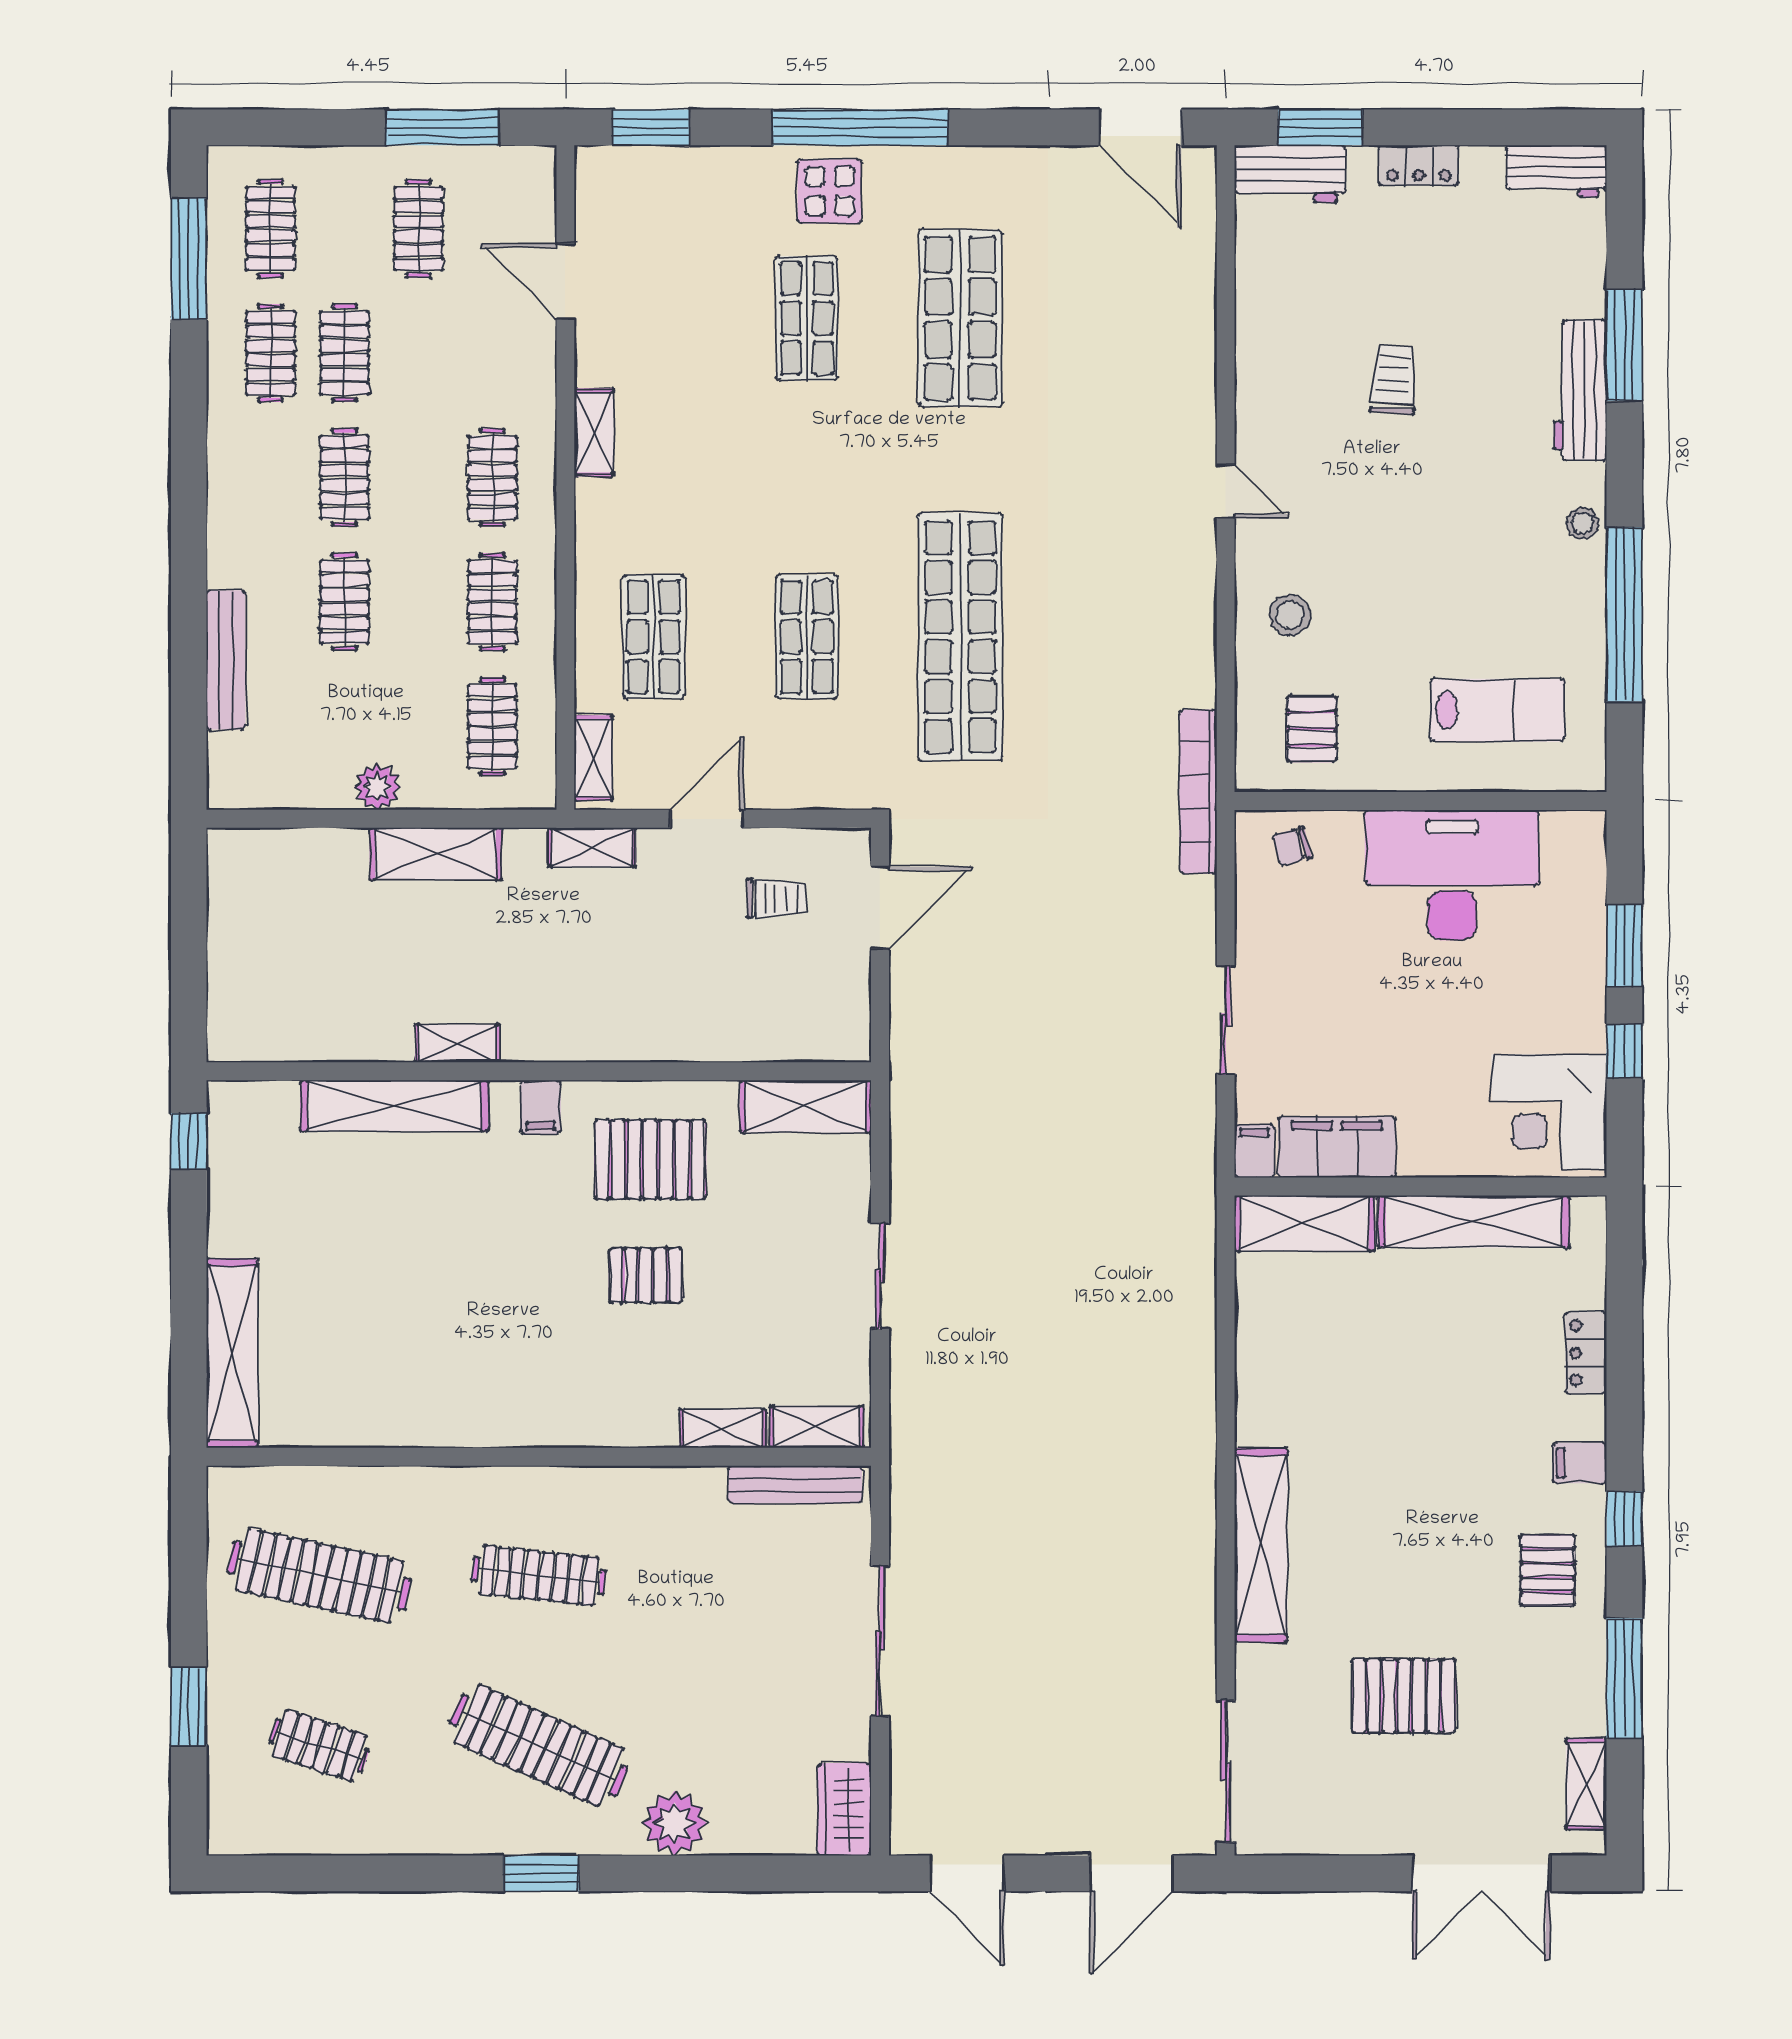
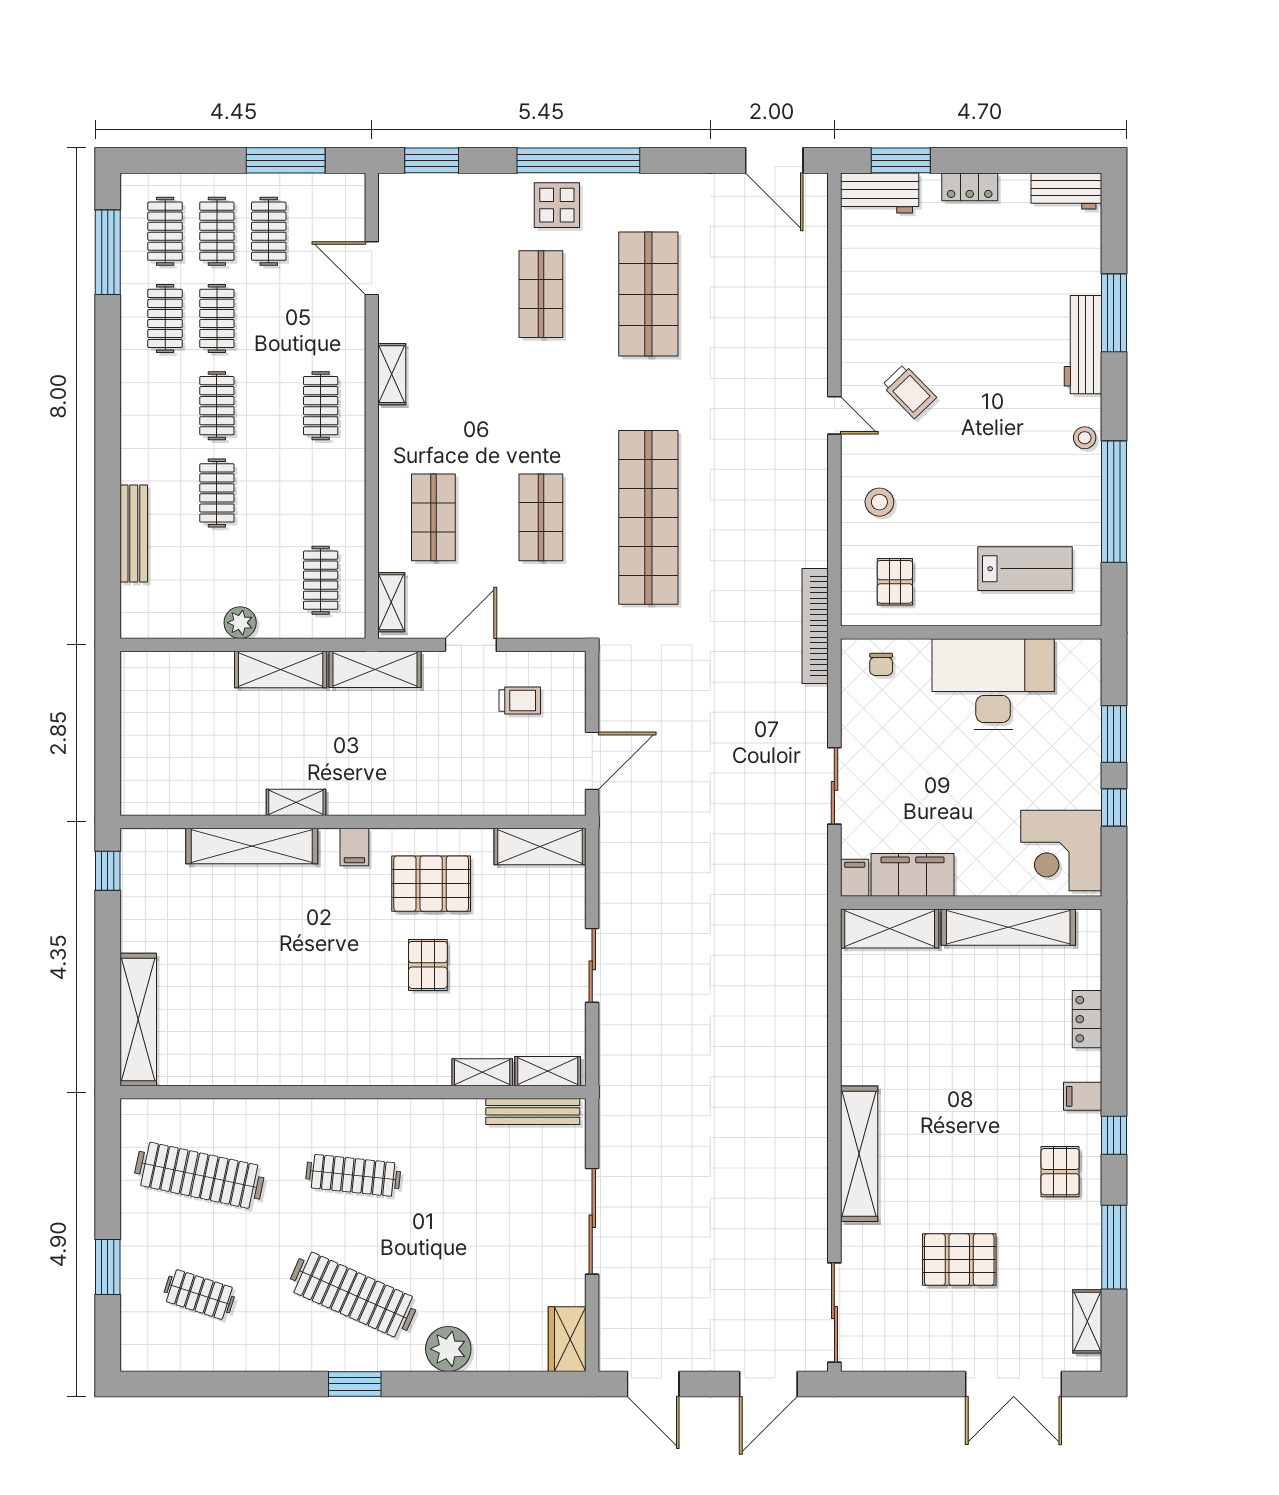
trolley: (1393, 380) -> (909, 391), moved, turned 133
clothes rail: (492, 602) -> (217, 231), moved
chair: (1292, 846) -> (881, 664), turned -76
shelving: (592, 847) -> (375, 669), width x1.50, depth x1.33
door: (880, 908) -> (592, 761), moved
pallet: (646, 1275) -> (428, 965), turned 90

